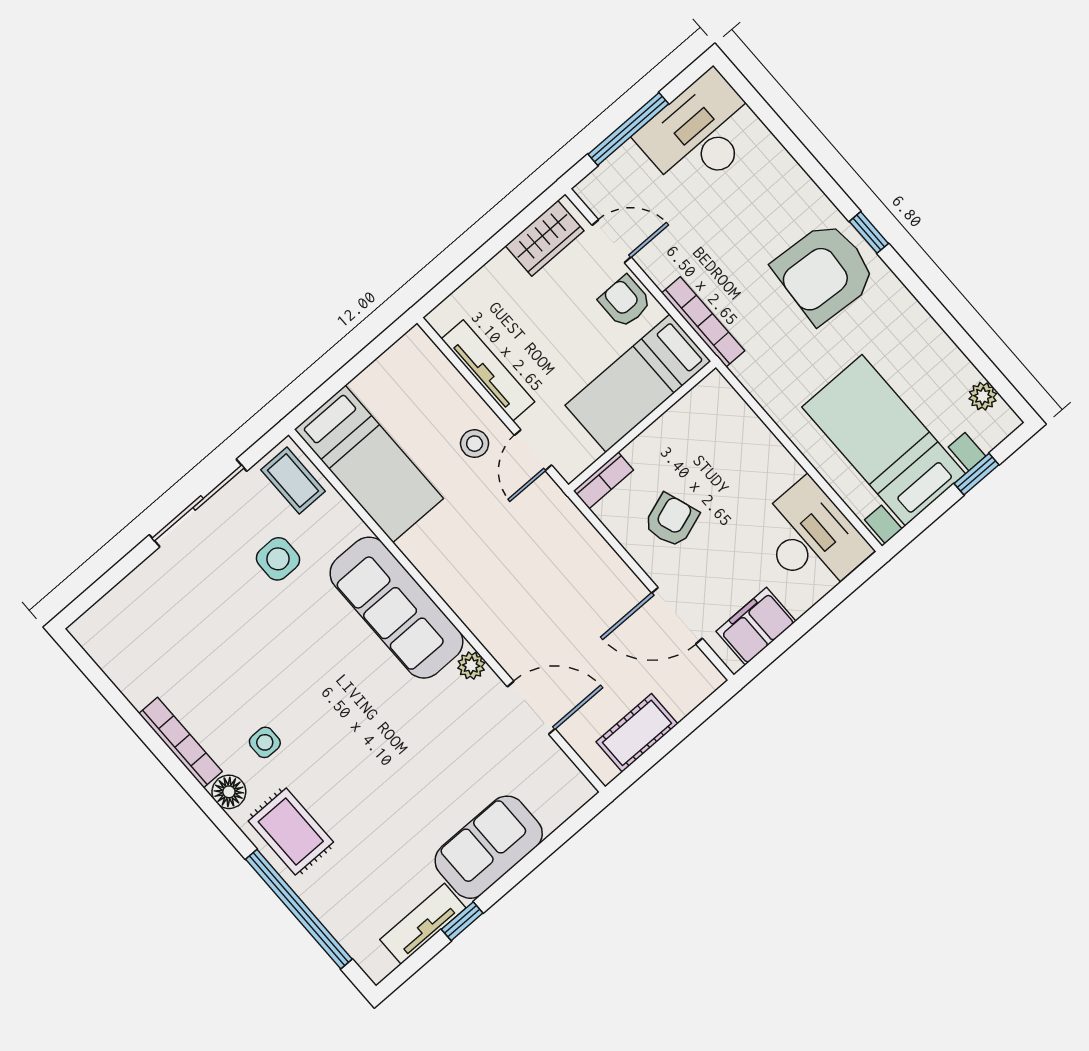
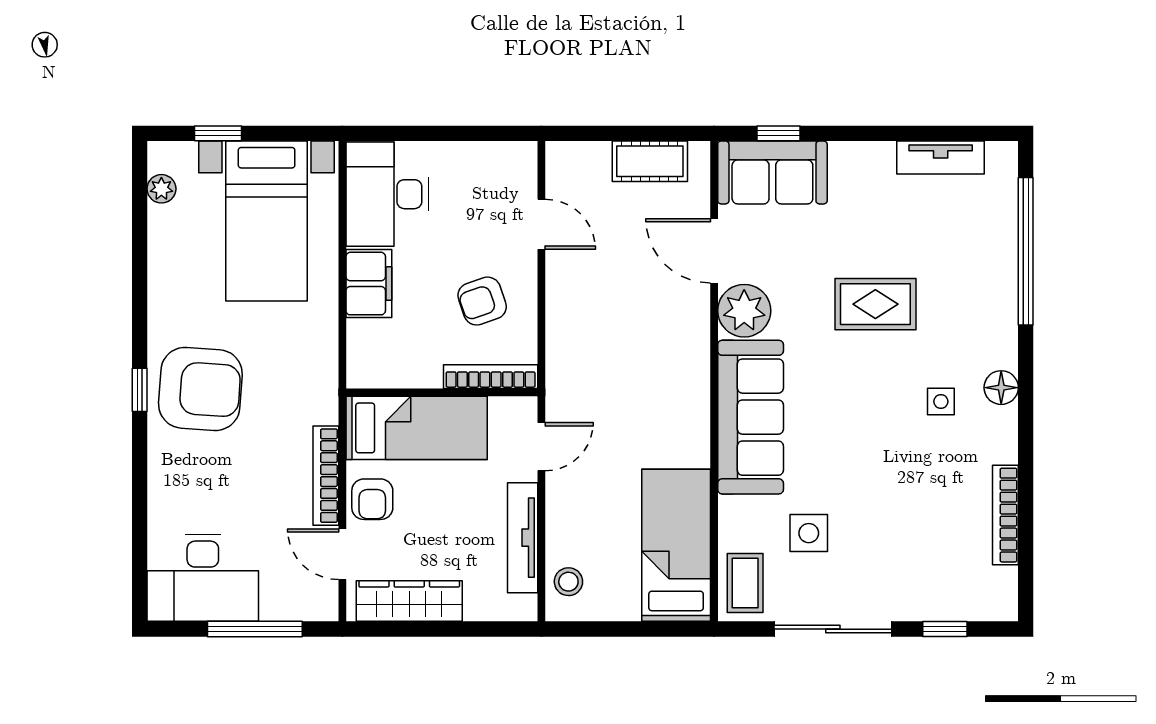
wardrobe: (545, 238) -> (409, 601), width x1.50
bookcase: (703, 322) -> (326, 476), moved
stool: (475, 444) -> (568, 582), moved
bookcase: (604, 480) -> (491, 377), width x1.56
window: (115, 576) -> (945, 629), added
door: (677, 616) -> (541, 224), width x0.73
filing cabinet: (756, 626) -> (369, 284), moved, turned -90
plant: (471, 666) -> (744, 311), width x1.88, depth x1.88
bookcase: (181, 742) -> (1005, 515), moved
rug: (291, 831) -> (875, 304), moved, turned 90
sofa: (489, 847) -> (772, 172), moved
window: (462, 921) -> (779, 133), moved

